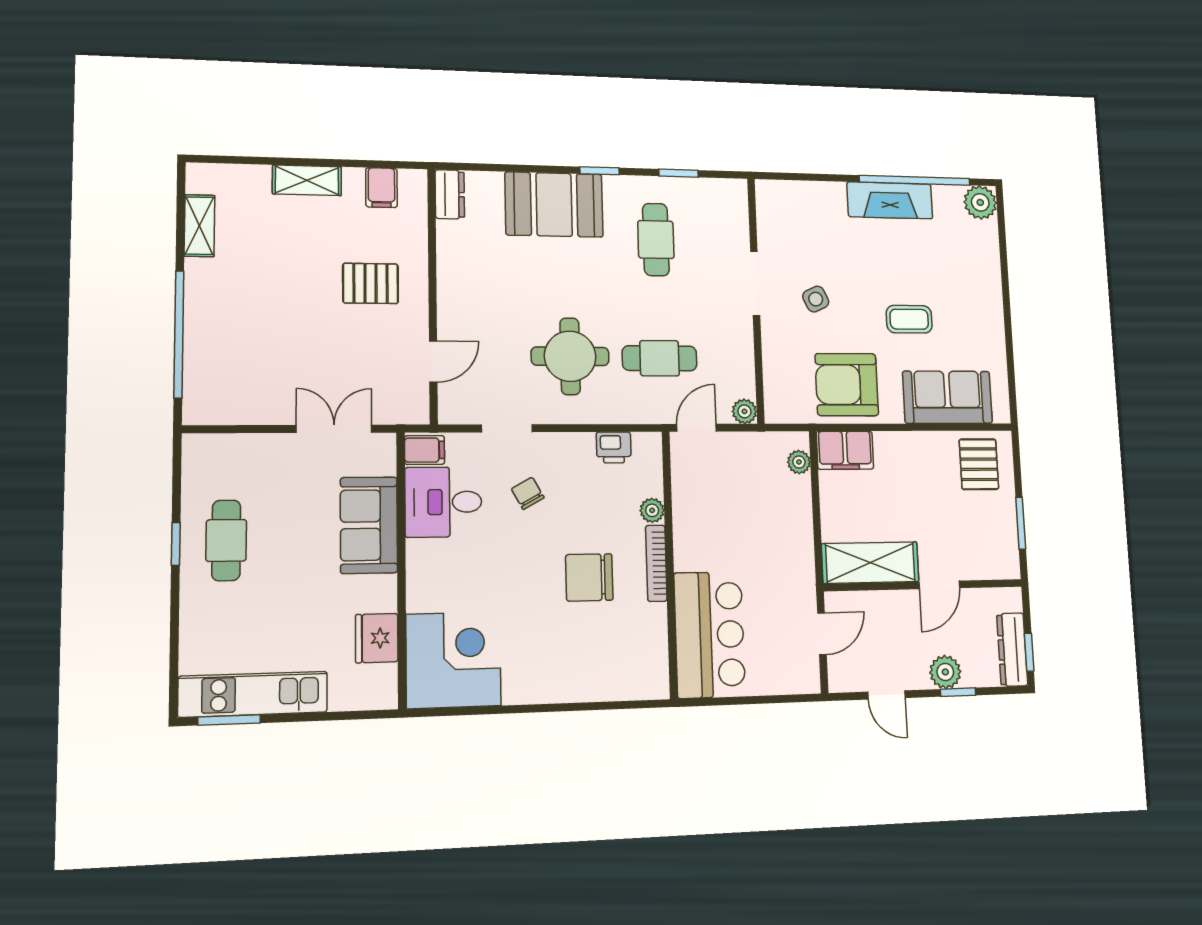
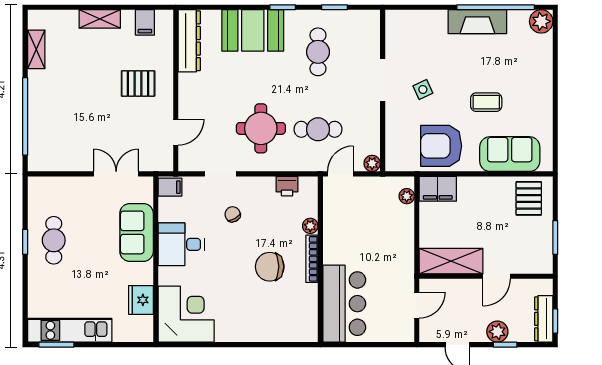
dresser: (450, 194) -> (189, 41), width x1.96, depth x1.24
desk: (443, 502) -> (181, 244), moved

